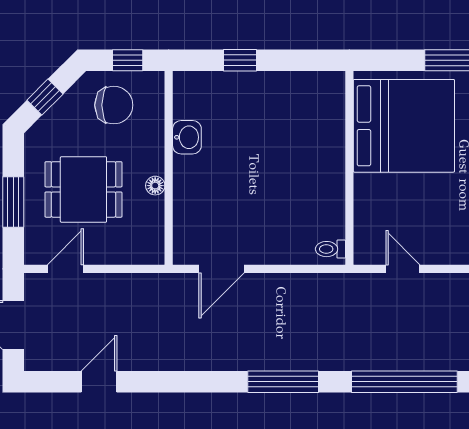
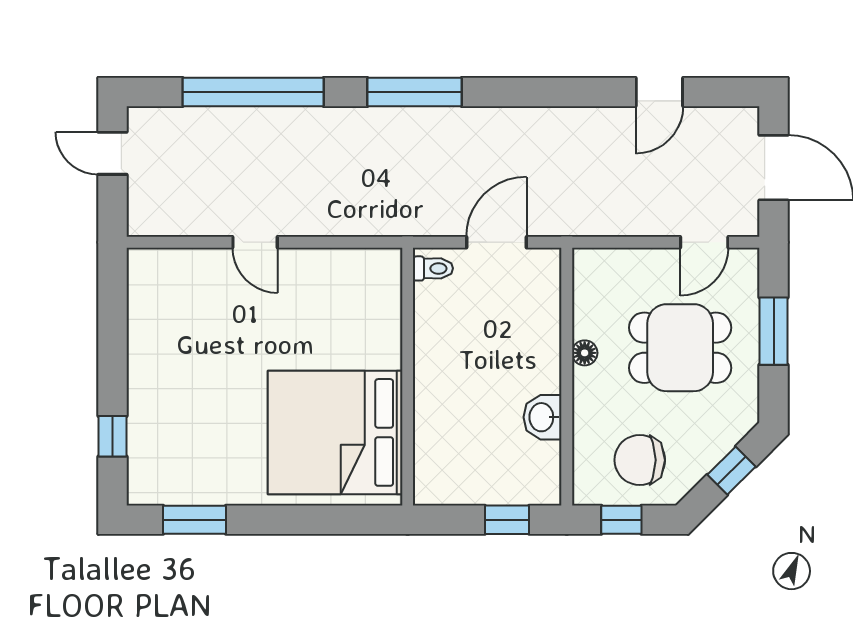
window: (240, 60) -> (507, 520), moved
bed: (404, 126) -> (335, 432), moved
wall: (349, 168) -> (408, 377), moved
toilet: (330, 249) -> (433, 268), moved

